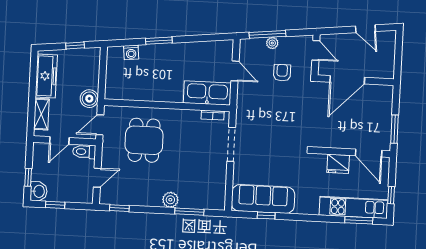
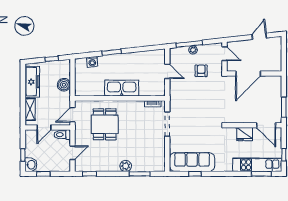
door: (365, 29) -> (259, 36), swing flipped
kitchen sink: (207, 93) -> (122, 88), moved
boiler: (89, 99) -> (64, 85), moved

